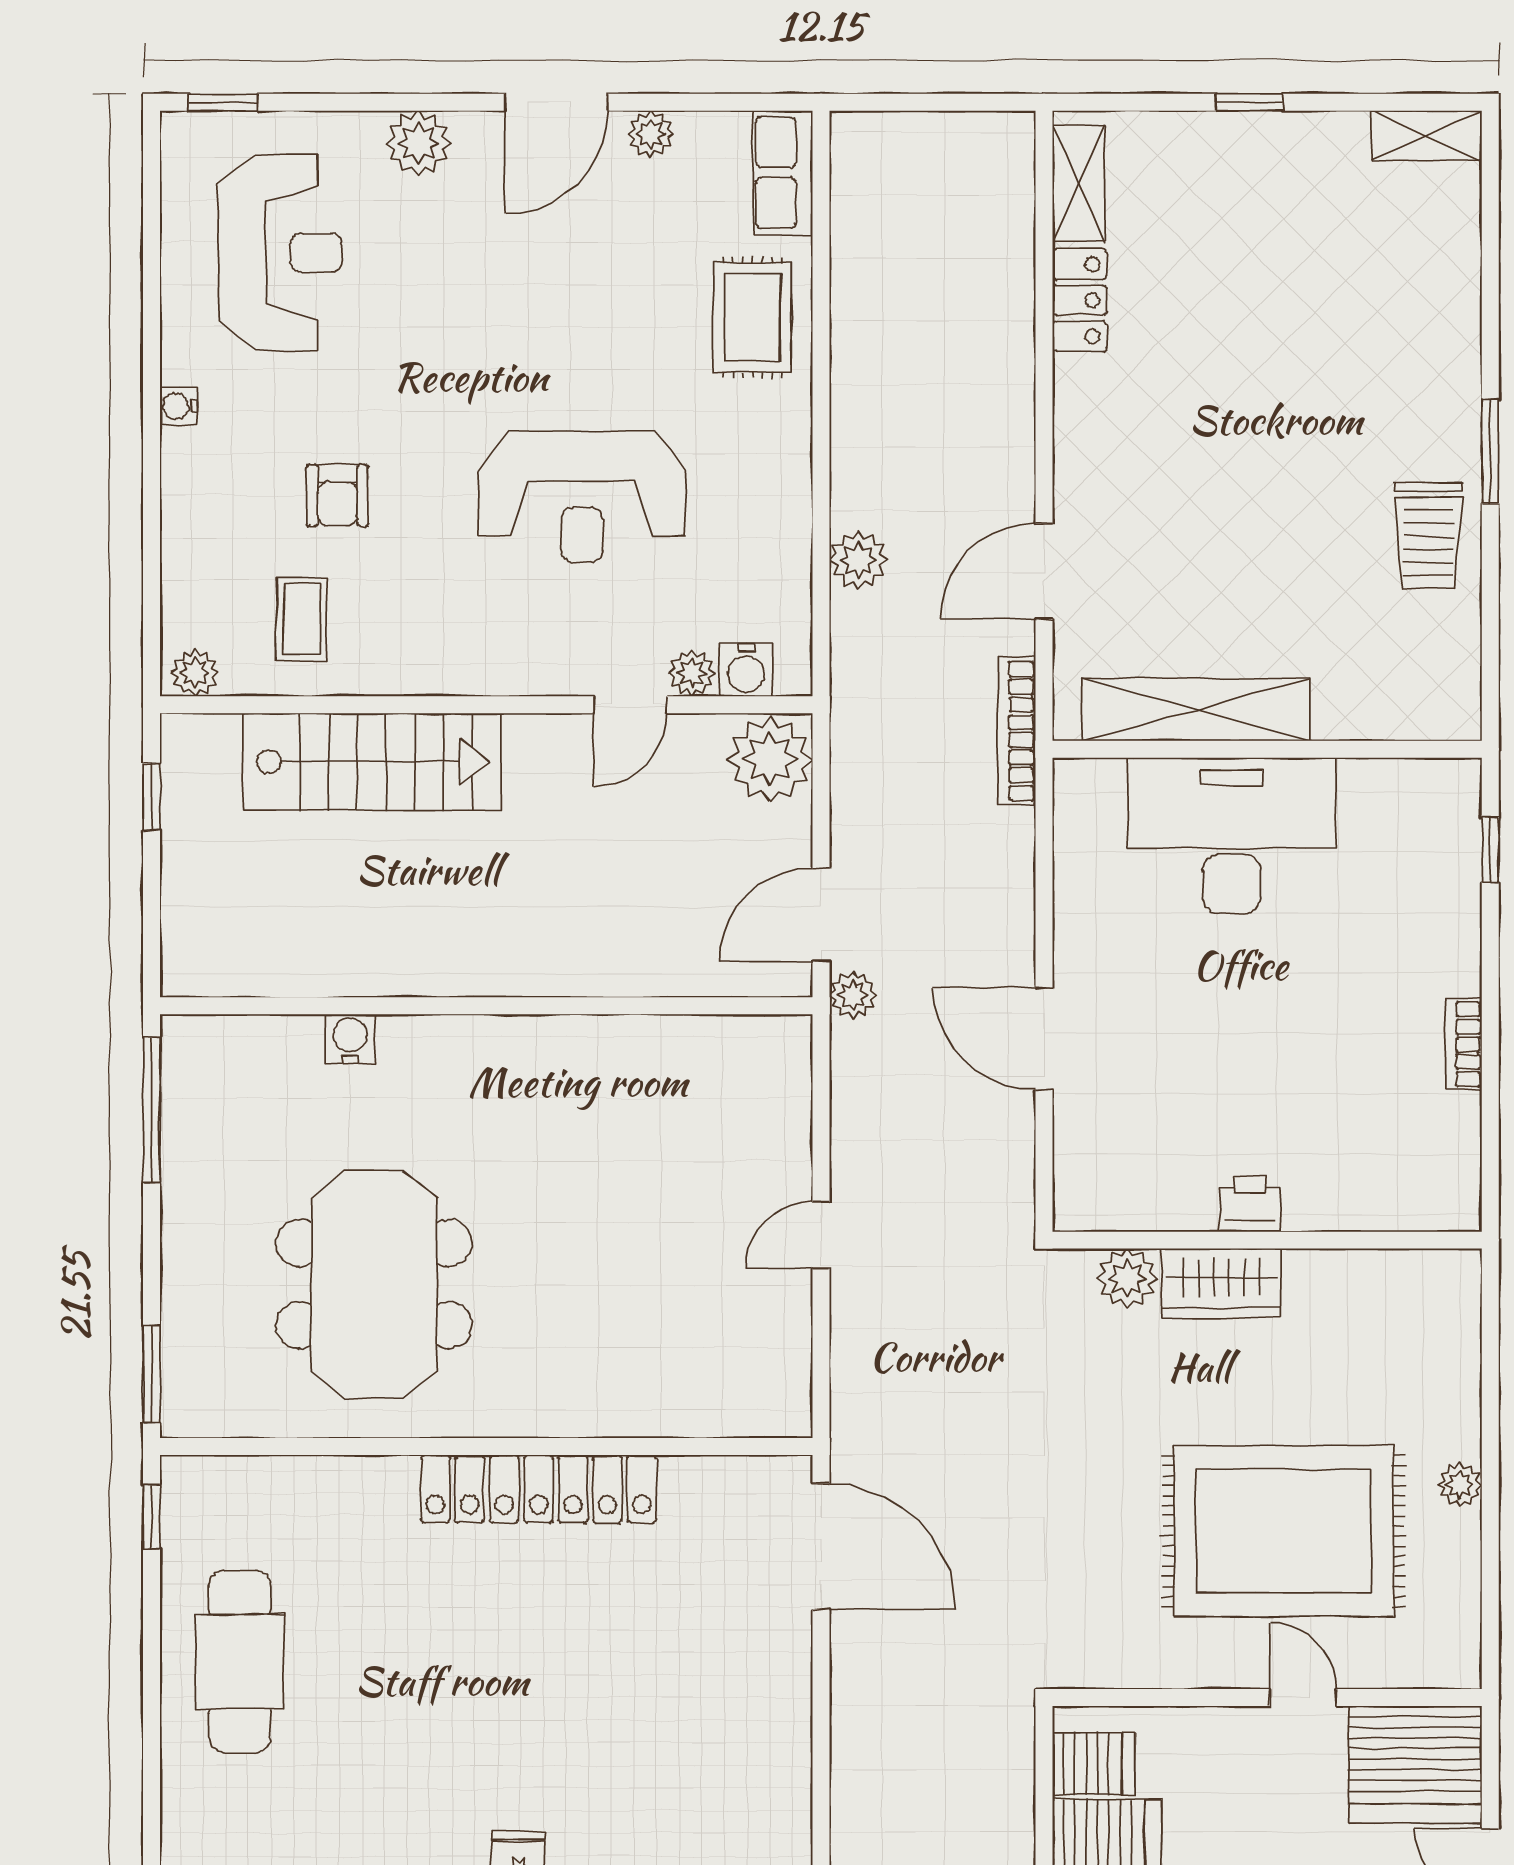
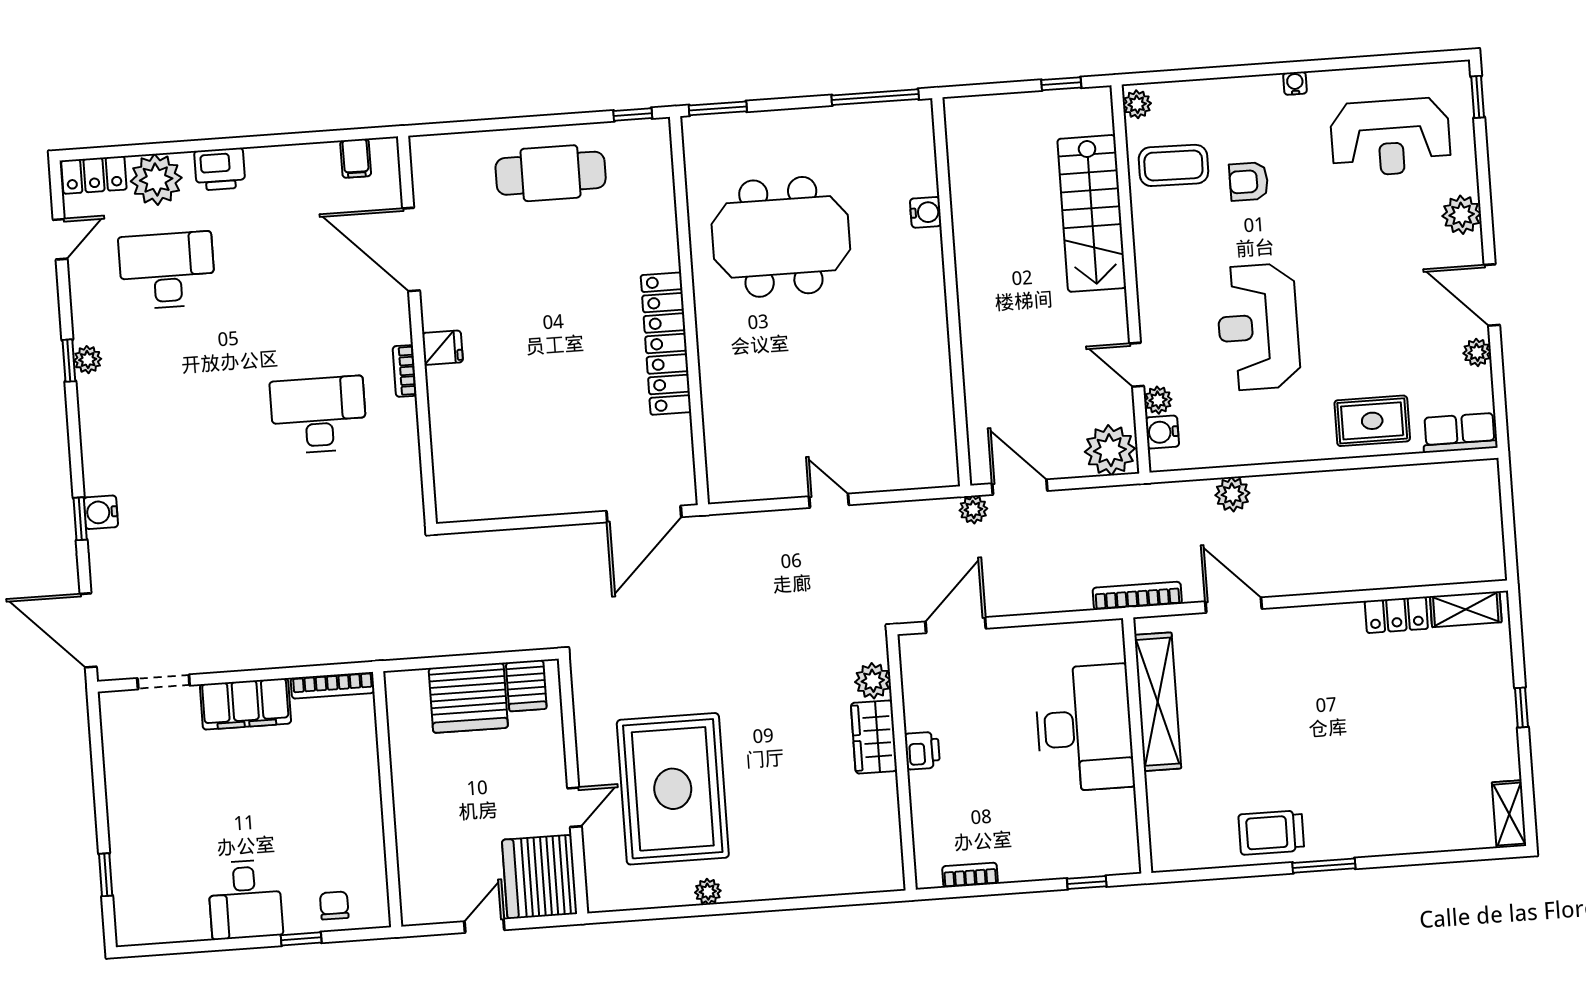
coffee table: (302, 619) -> (1173, 165), width x1.36, depth x1.30
printer: (1250, 1204) -> (922, 751), moved
wall: (1267, 1240) -> (902, 762), moved
plant: (1127, 1278) -> (873, 681), moved
wardrobe: (1221, 1283) -> (874, 737), moved

